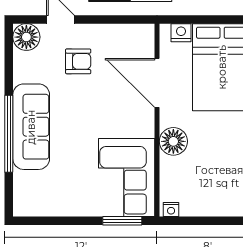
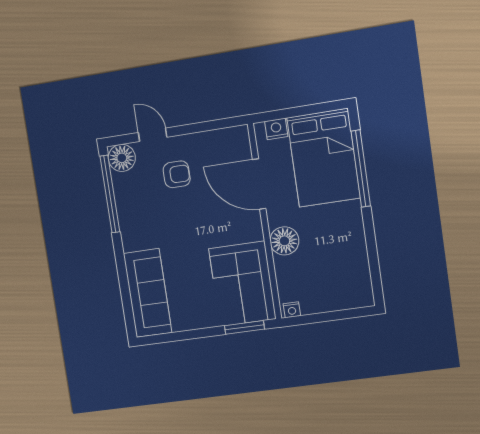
sofa: (31, 127) -> (148, 293), moved
window: (9, 134) -> (110, 194), moved

